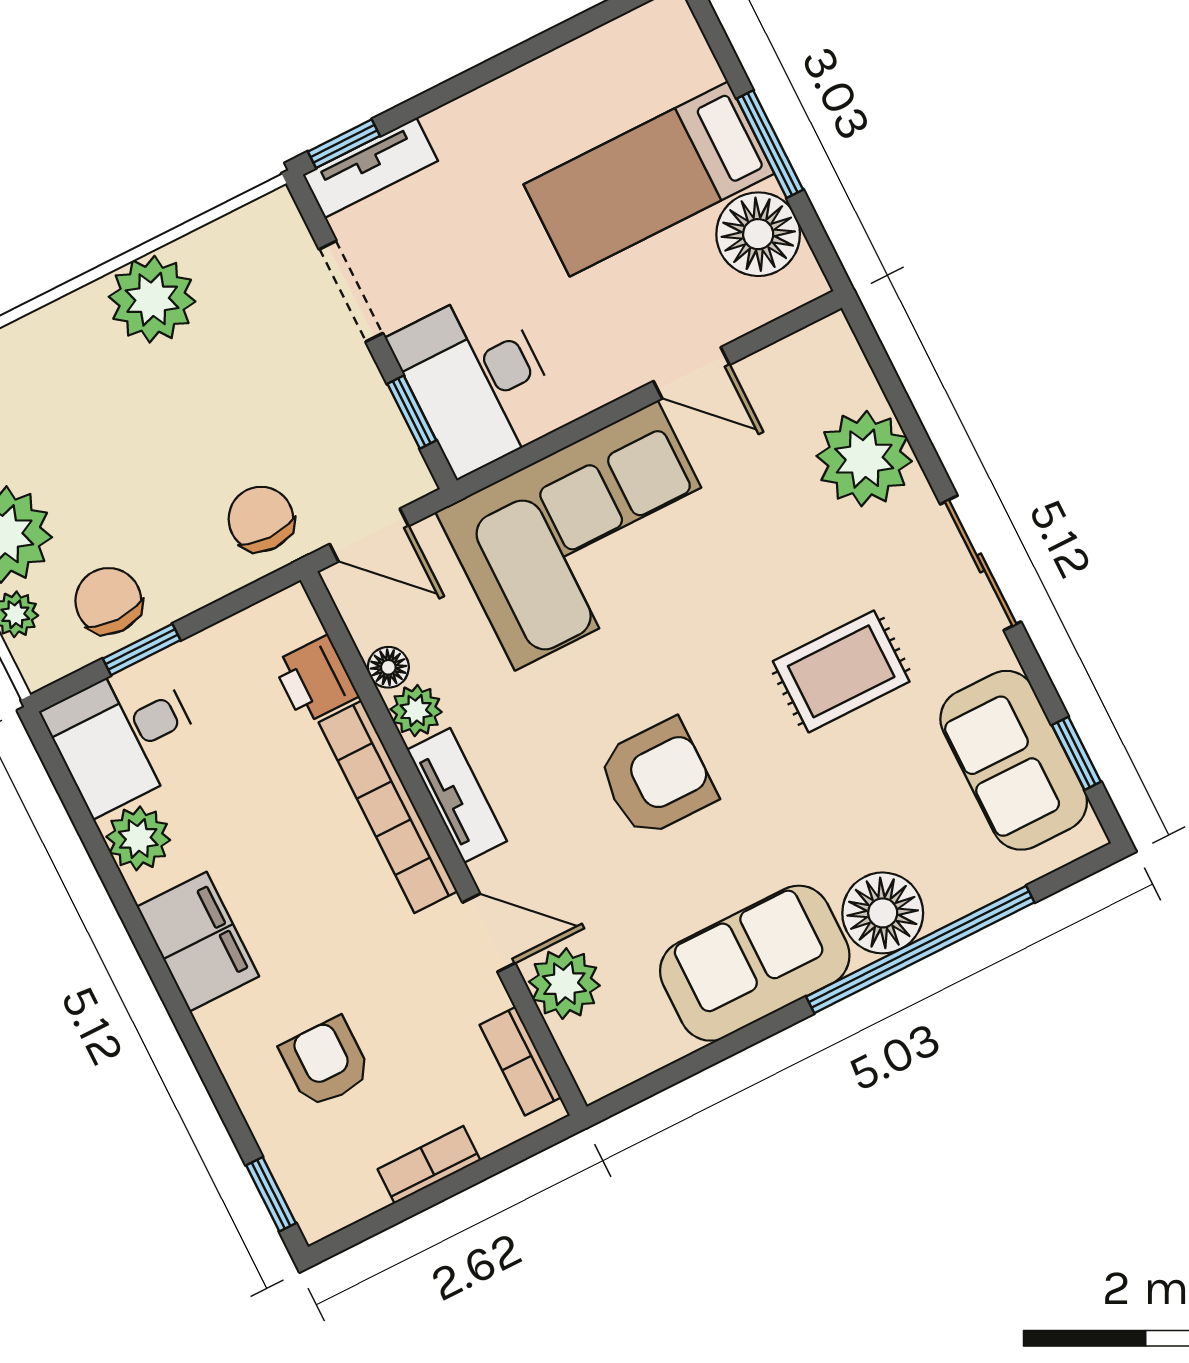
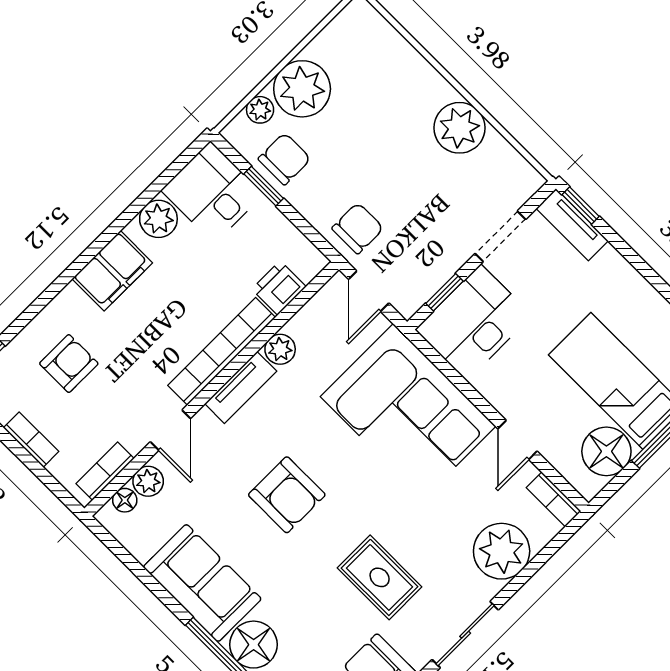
bookcase: (808, 346) -> (554, 499), added
floor lamp: (388, 667) -> (125, 500), moved
plant: (564, 984) -> (148, 481), width x0.73, depth x0.73

